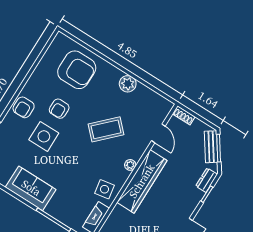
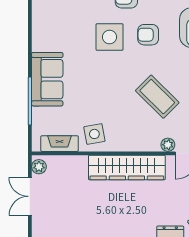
plant: (130, 165) -> (168, 145), moved
sofa: (31, 188) -> (47, 79), moved

